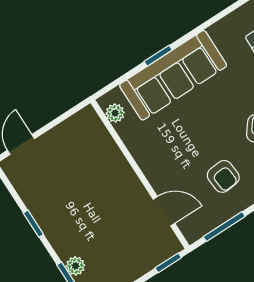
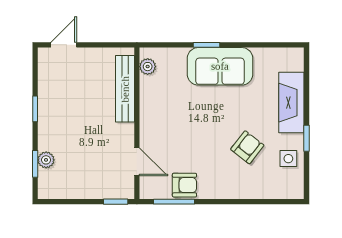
sofa: (173, 75) -> (220, 66), width x0.73
bench: (107, 148) -> (125, 89), added
armchair: (223, 176) -> (184, 185), moved, turned -85

